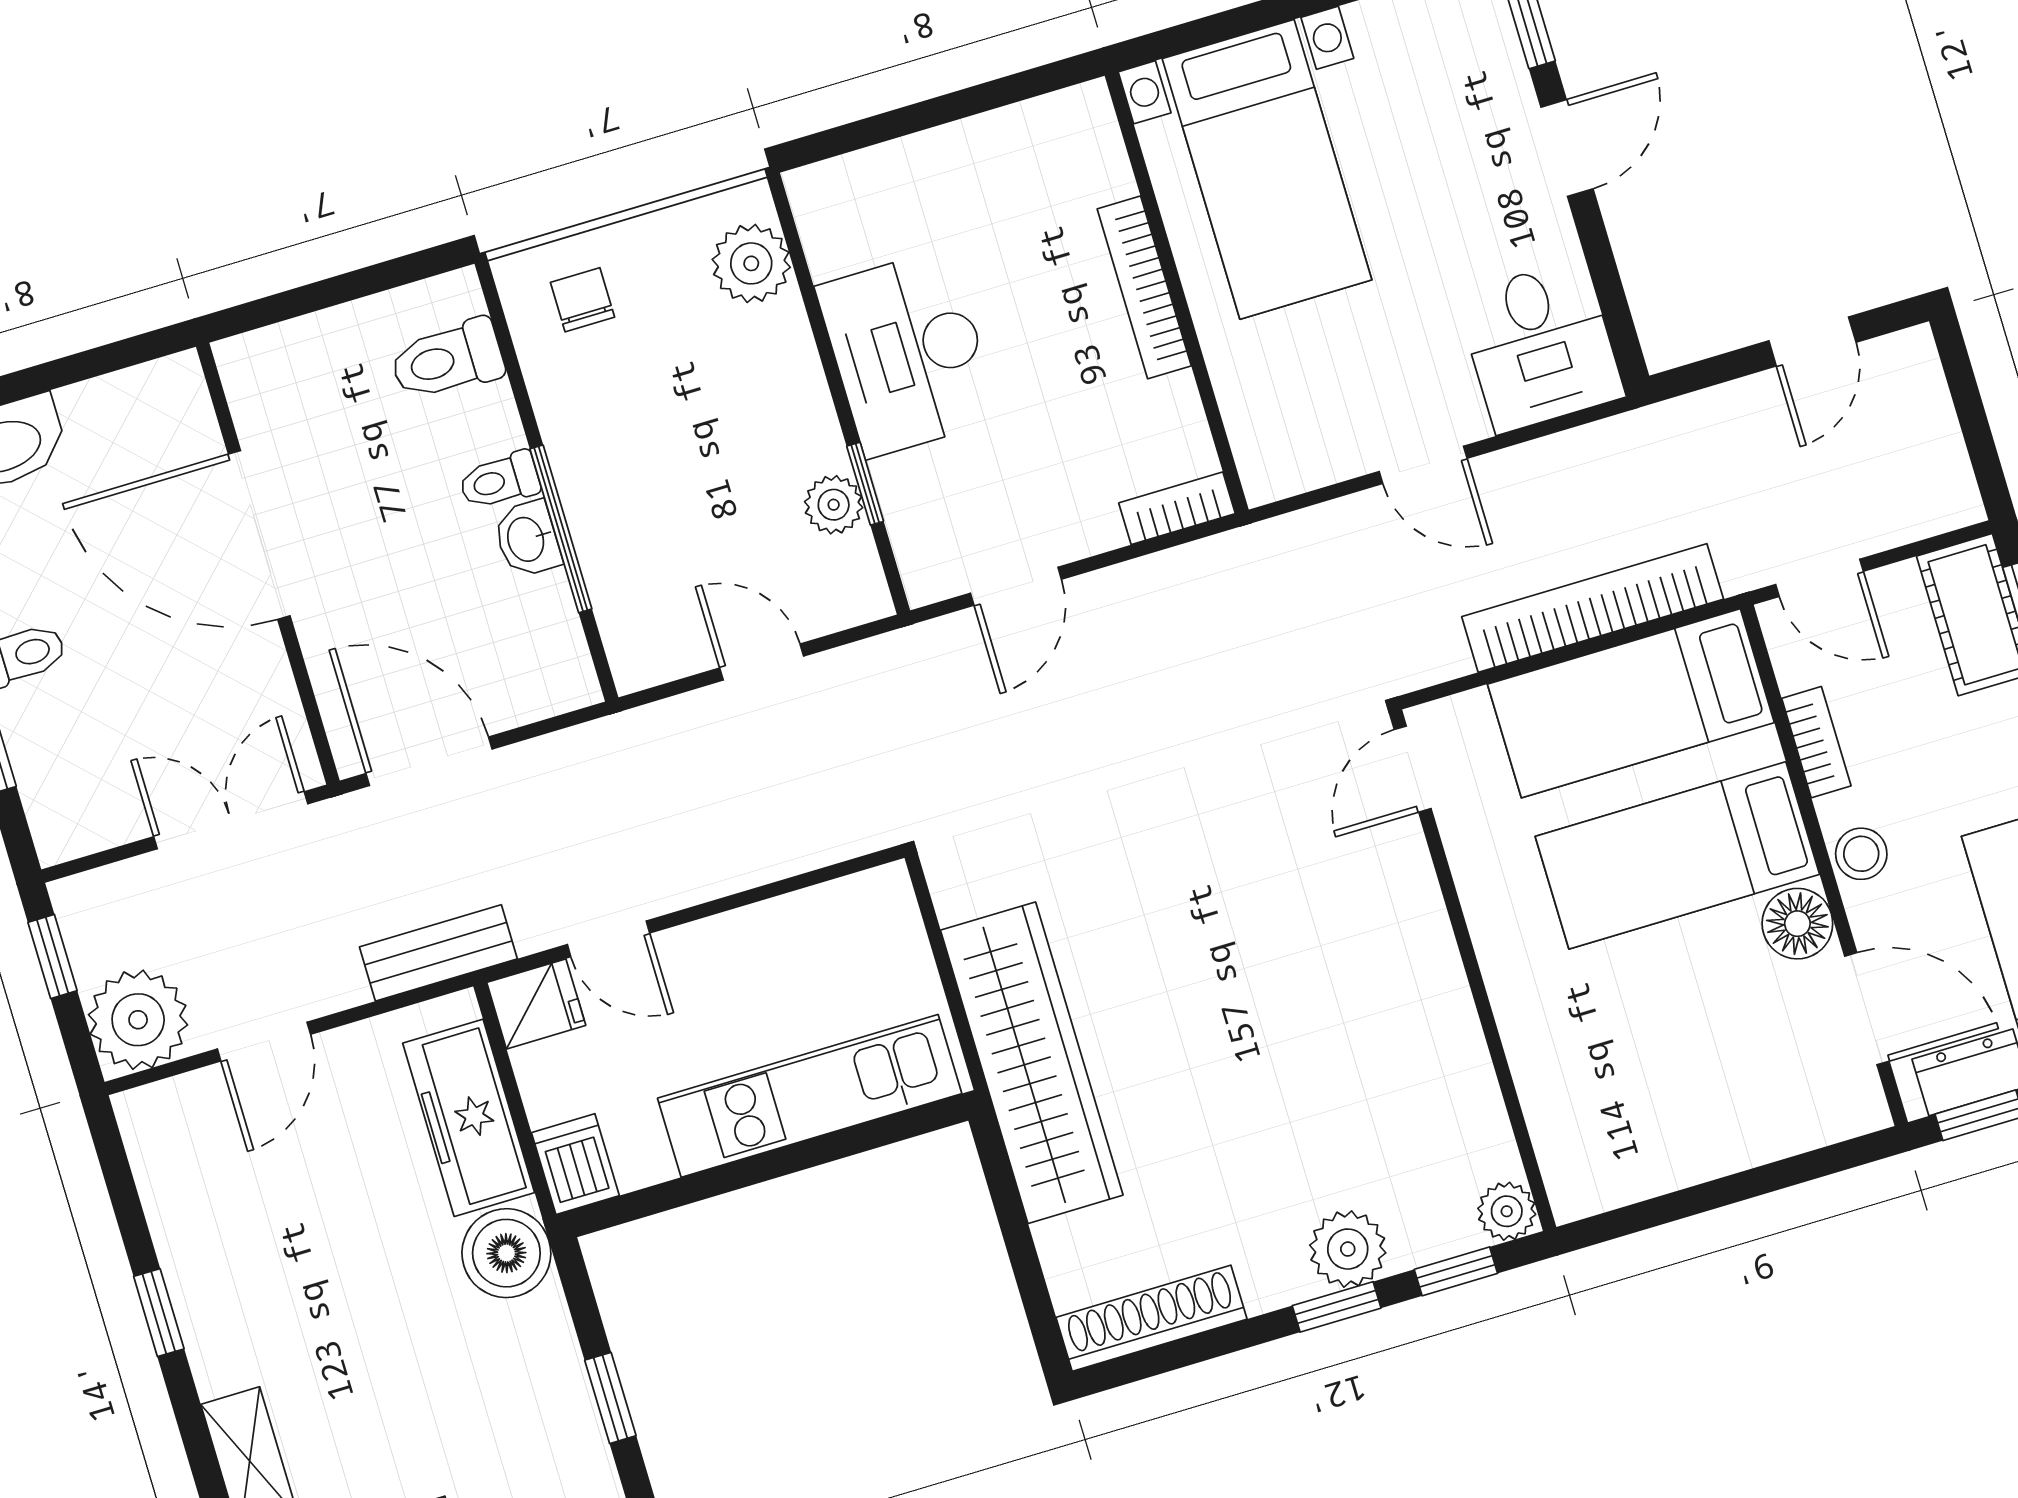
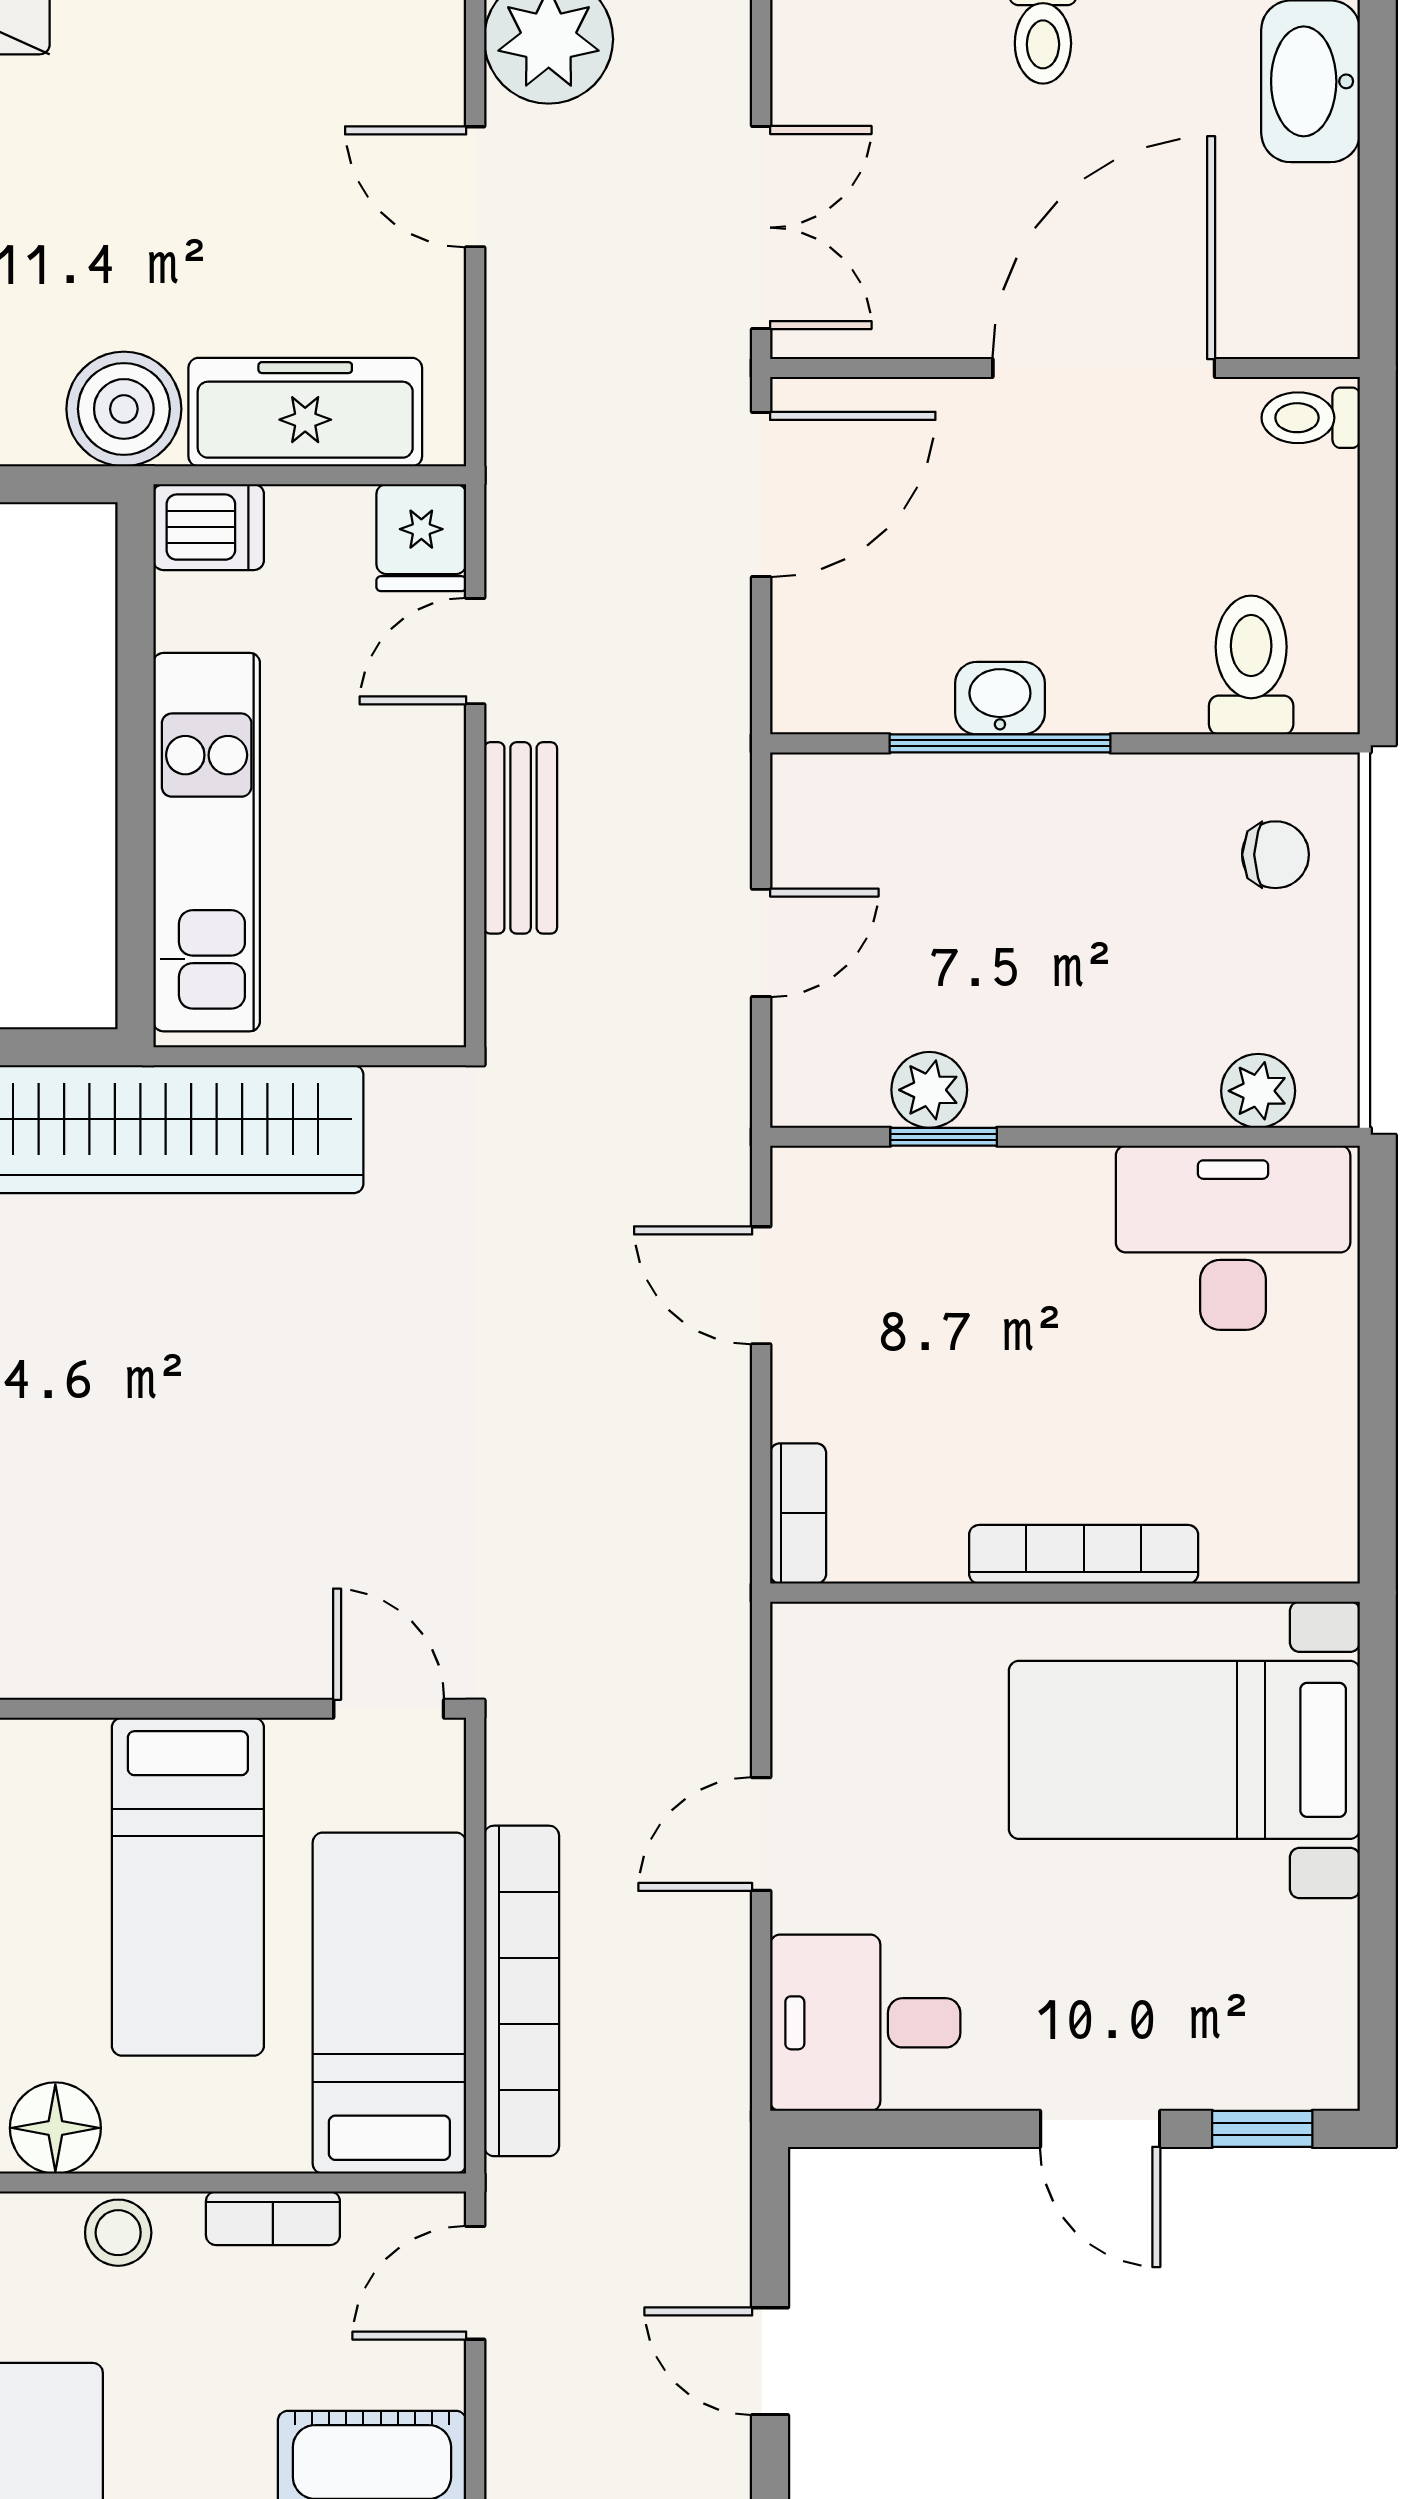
plant: (751, 263) -> (1258, 1091), width x0.73, depth x0.73
desk: (908, 353) -> (1233, 1238), moved
toilet: (499, 481) -> (1311, 418), moved, turned -90
bed: (1677, 855) -> (188, 1887), moved, turned 180
bench: (438, 953) -> (521, 838), moved

